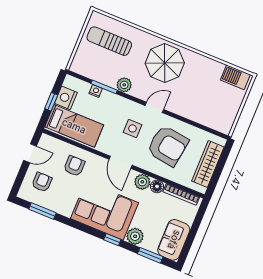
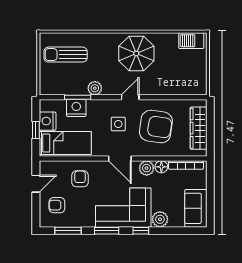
parasol: (165, 63) -> (136, 53), moved
nightstand: (96, 91) -> (76, 108), width x1.89, depth x1.79
armchair: (42, 182) -> (57, 205), turned -90
window: (150, 255) -> (107, 231), moved

